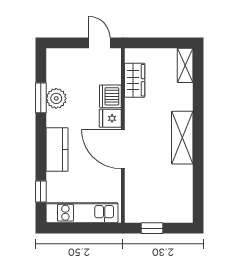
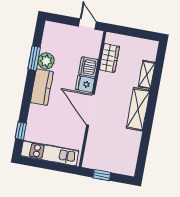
shelving: (185, 65) -> (147, 75), moved
kitchen counter: (57, 150) -> (42, 87), moved

